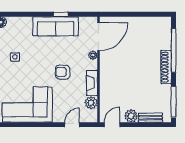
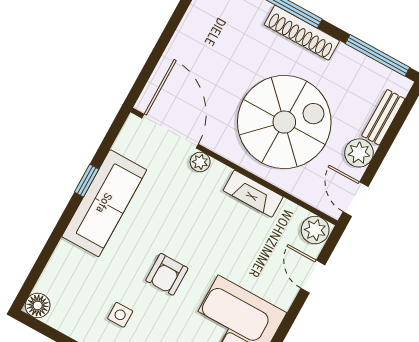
armchair: (63, 72) -> (167, 274), moved
spiral stairs: (127, 80) -> (284, 122), added
plant: (91, 103) -> (315, 230), moved

